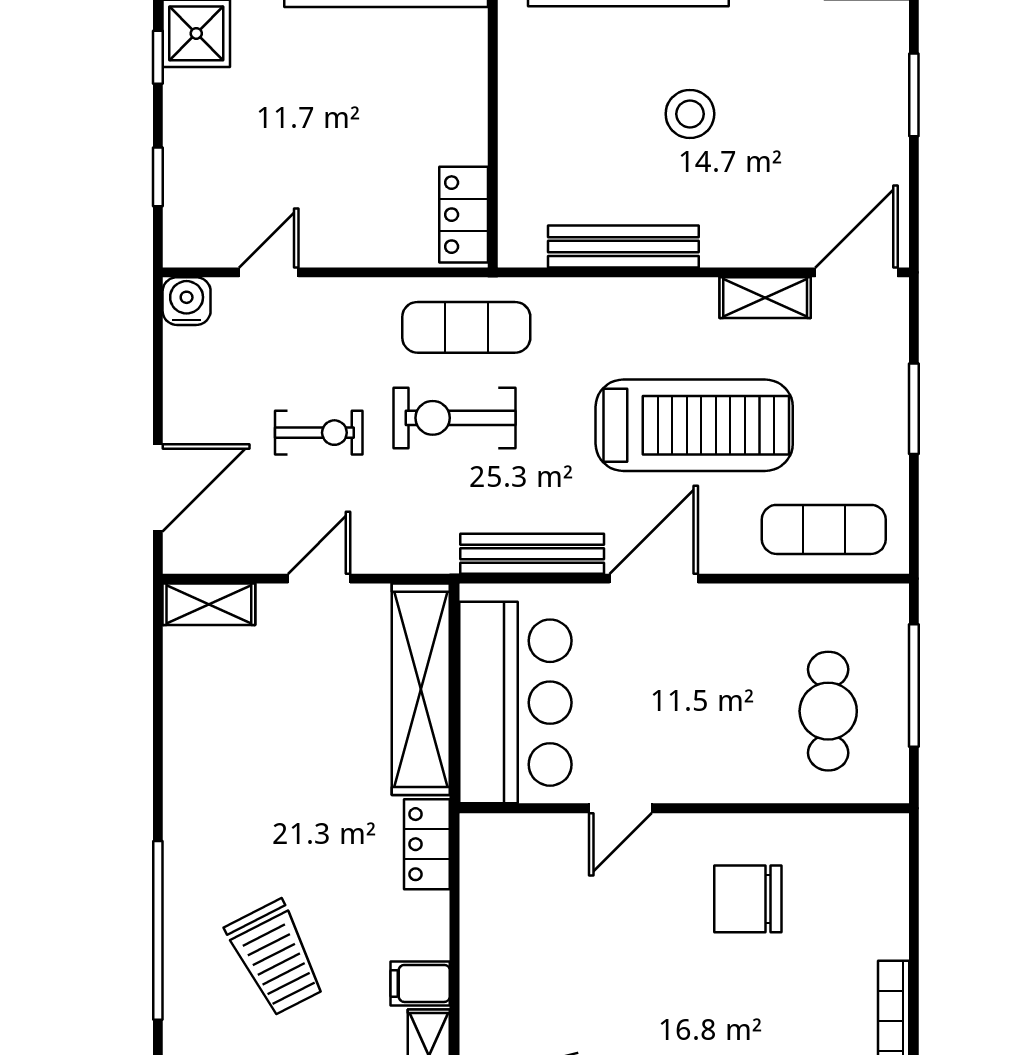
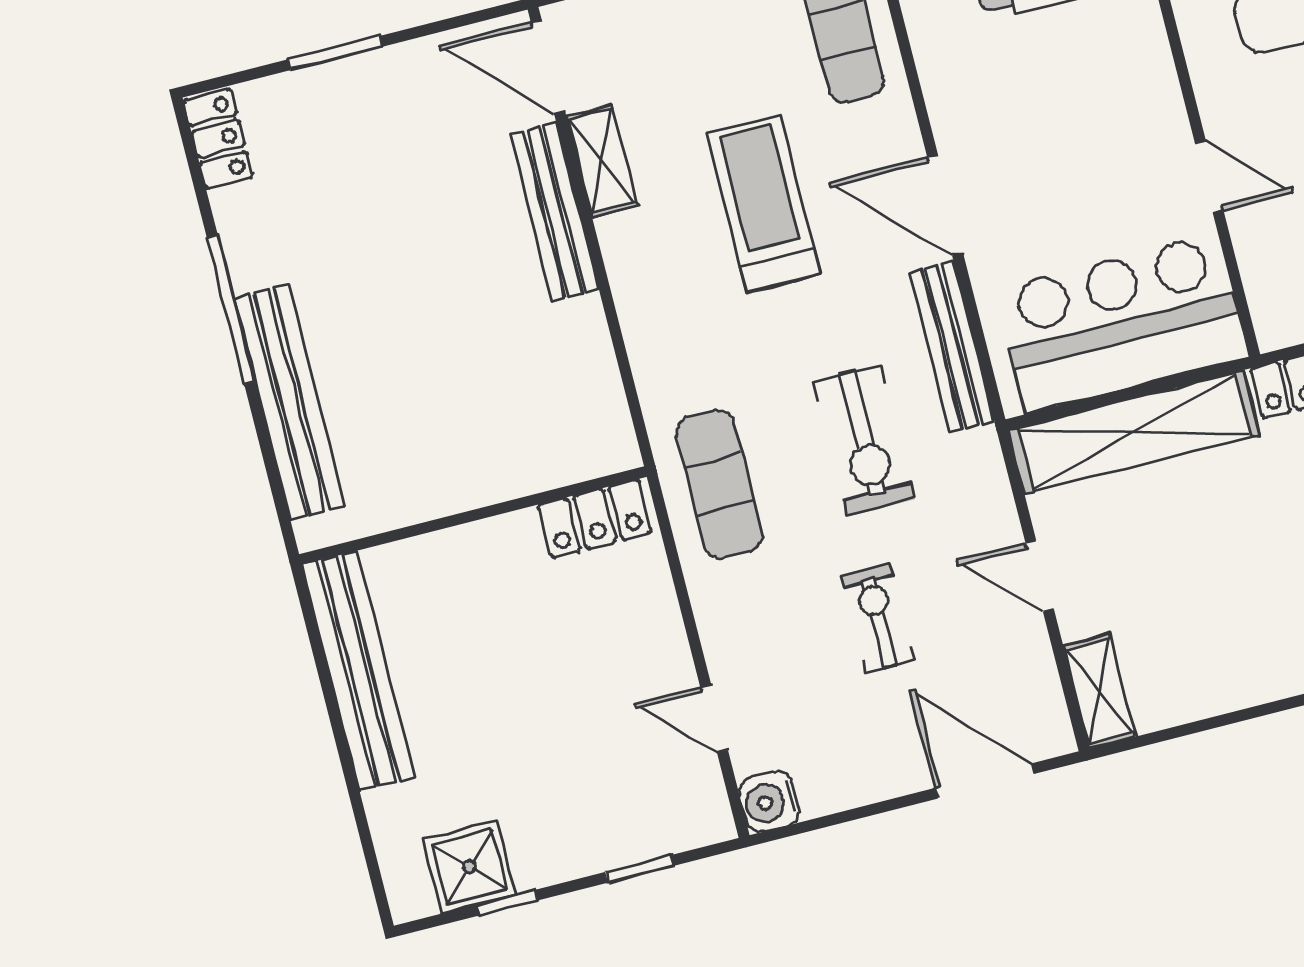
stool: (690, 114) -> (419, 296), removed
bench: (623, 247) -> (554, 212), moved
exercise bike: (455, 418) -> (864, 441), moved
treadmill: (694, 425) -> (763, 203), width x0.73, depth x0.73

